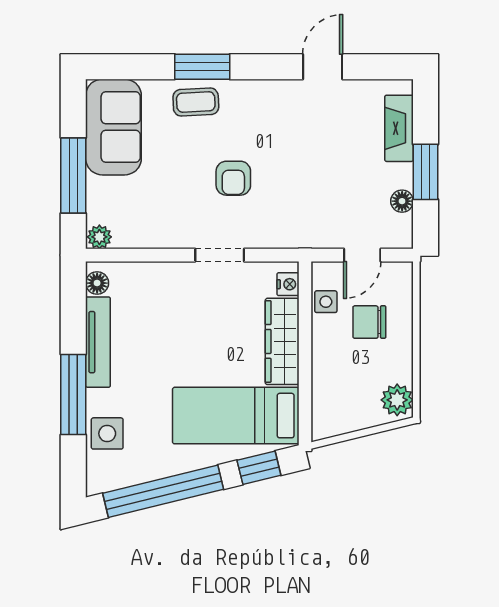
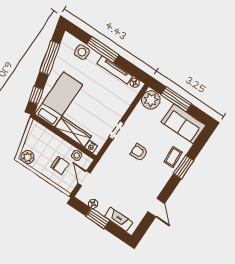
plant: (99, 237) -> (151, 100), width x1.88, depth x1.88
chair: (369, 322) -> (60, 165), turned 90
window: (163, 491) -> (50, 58), width x0.68

